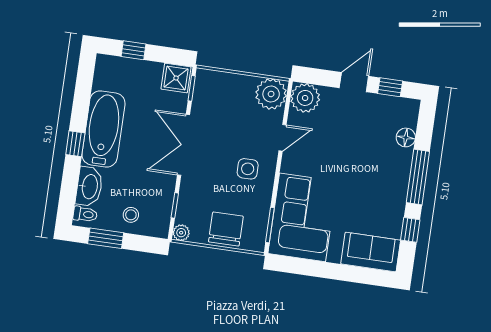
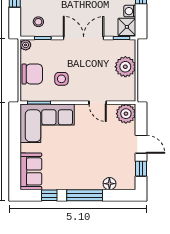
washing machine: (153, 70) -> (130, 11), added
plant: (271, 94) -> (125, 67), moved
side table: (248, 169) -> (61, 79), moved
stool: (131, 215) -> (38, 22), moved

